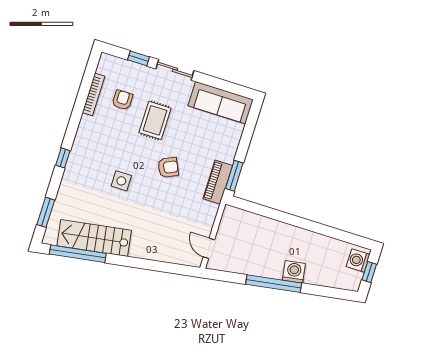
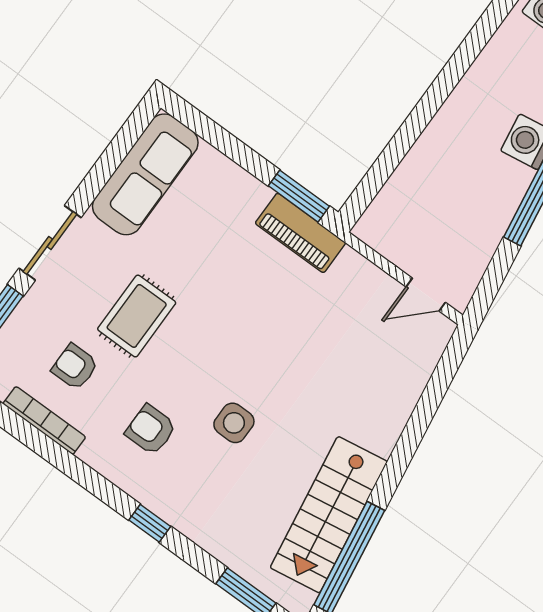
rug: (155, 120) -> (137, 316), turned 90
armchair: (168, 167) -> (151, 430), moved, turned -65

